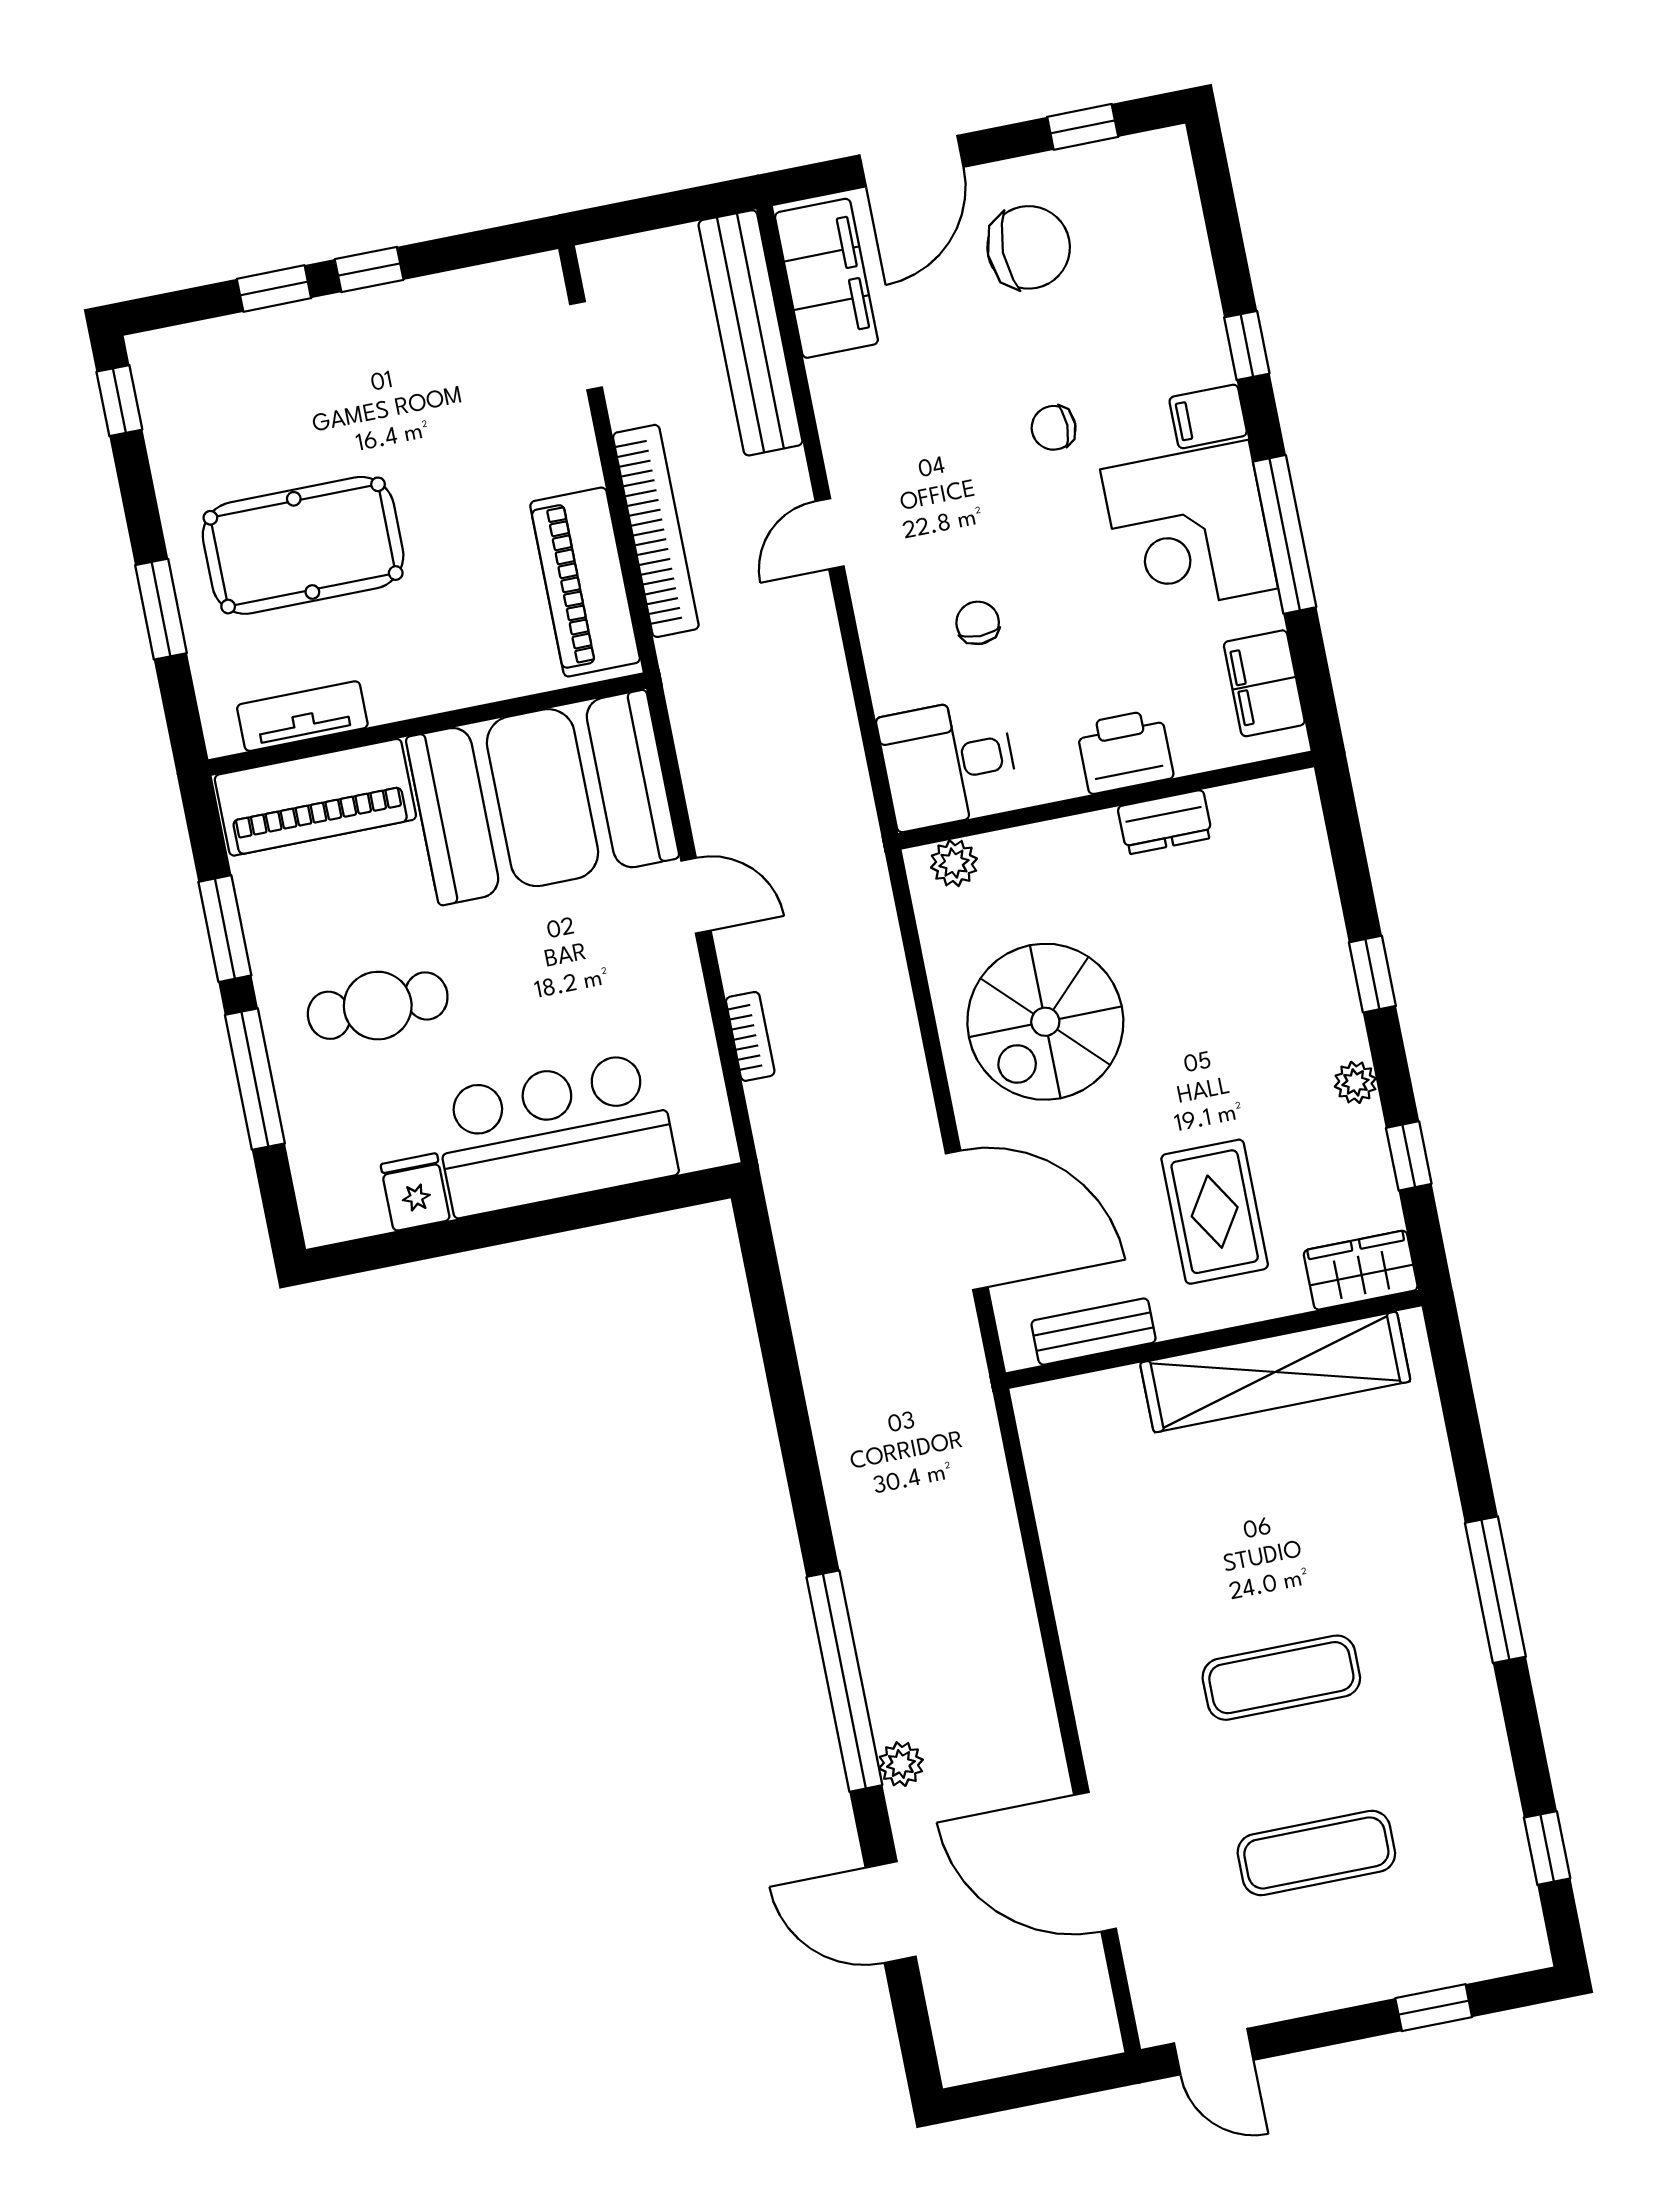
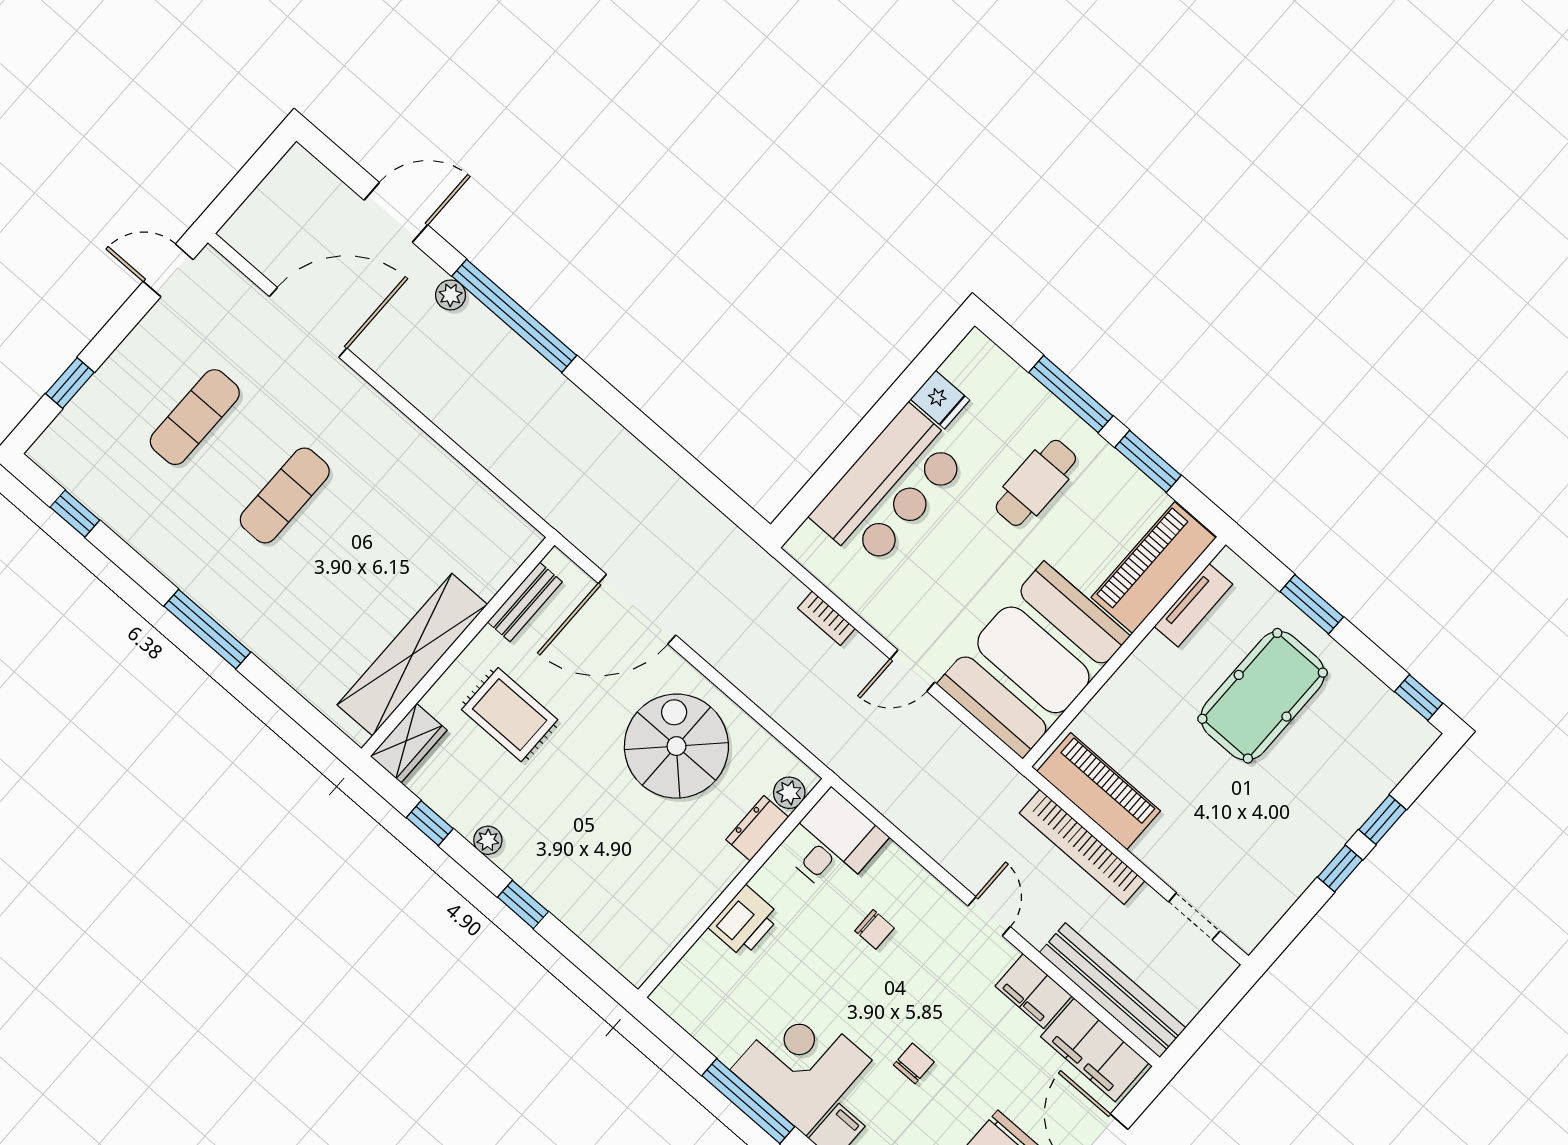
filing cabinet: (1264, 683) -> (1033, 991), moved, turned 180
dresser: (1165, 822) -> (757, 828), moved

